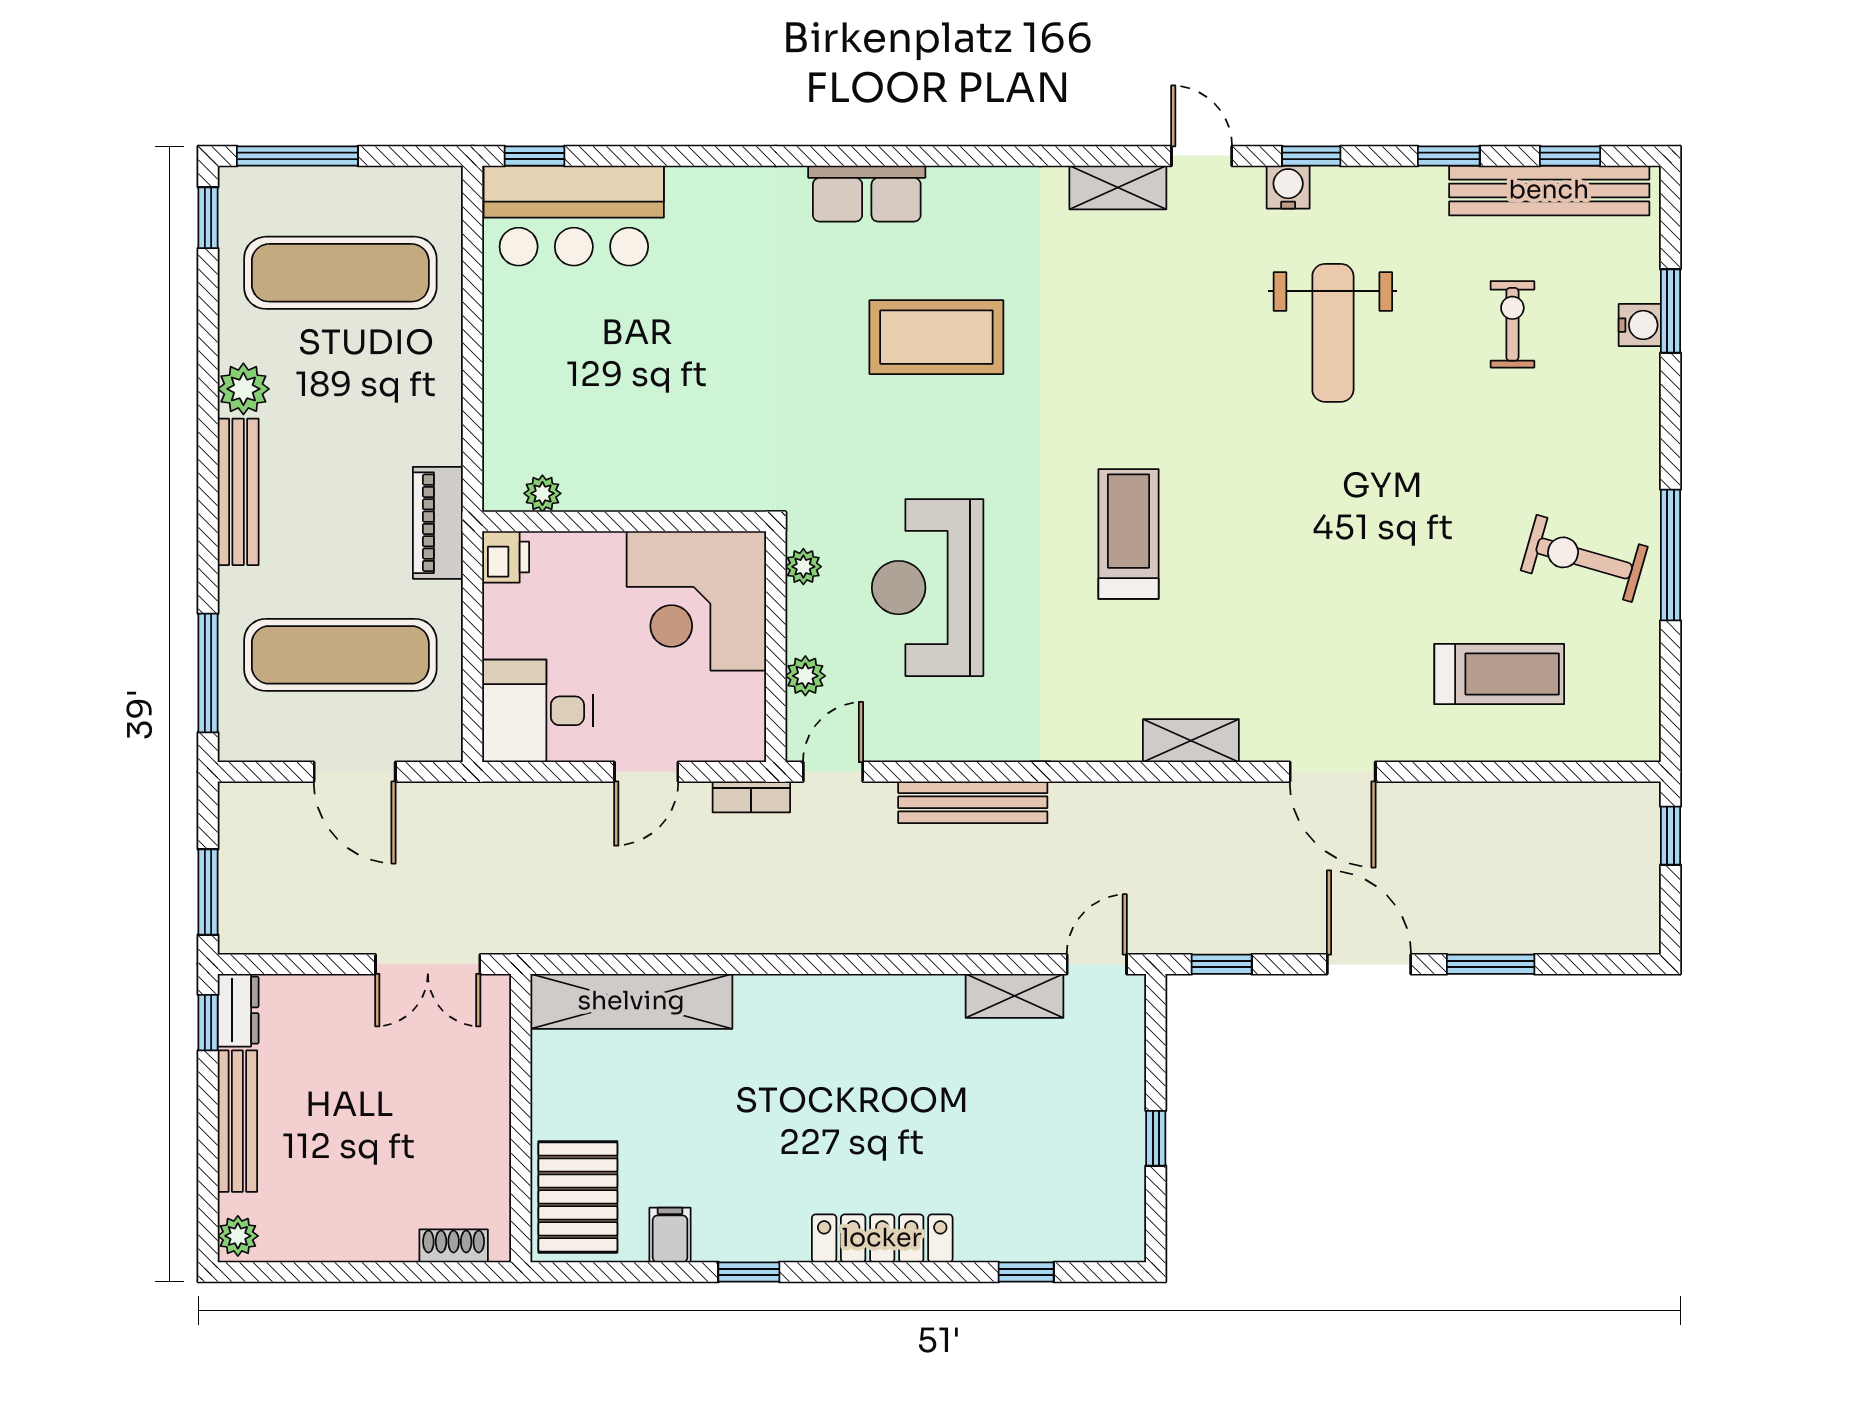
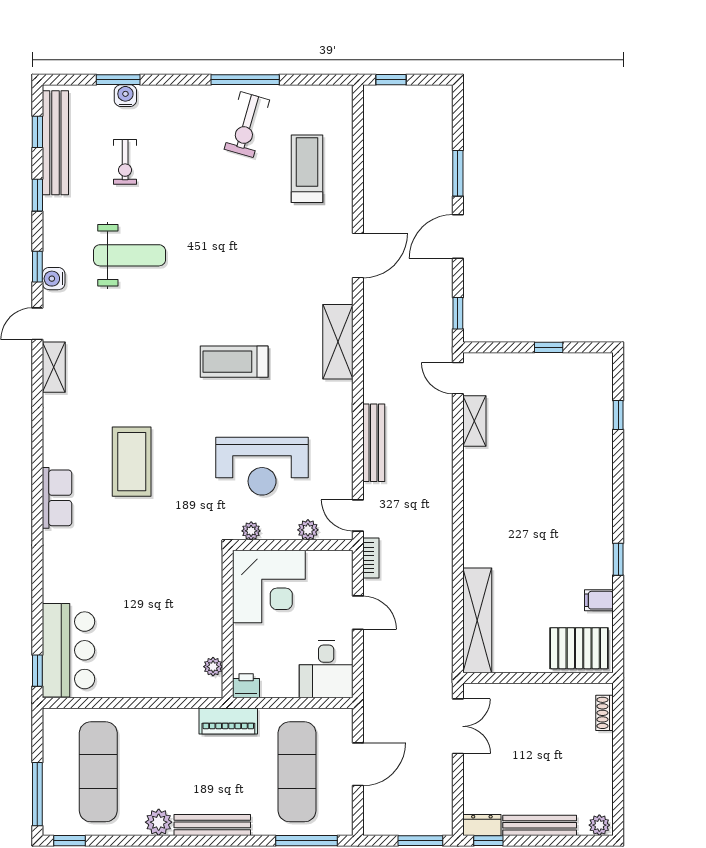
exercise bike: (1512, 324) -> (125, 162), turned -90
shelving: (1191, 741) -> (338, 342), width x1.50, depth x1.33
locker: (882, 1238) -> (601, 490), removed

